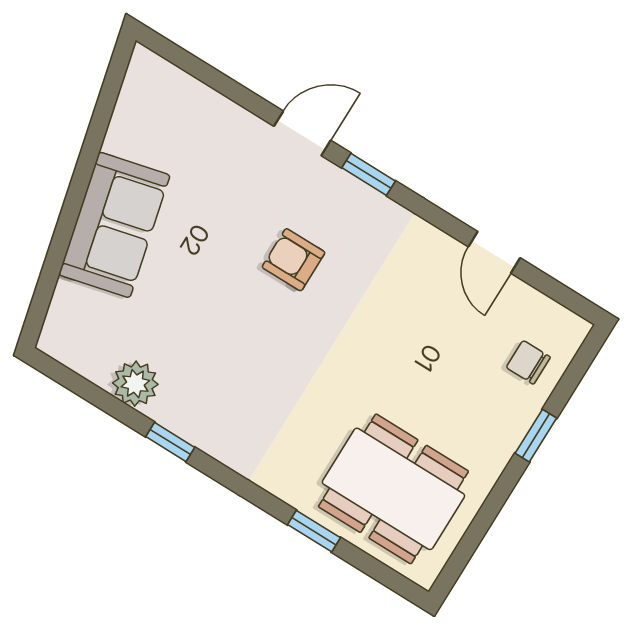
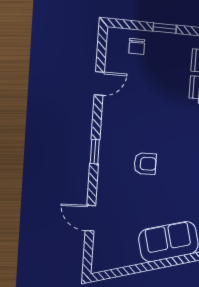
door: (302, 133) -> (90, 218), moved
armchair: (294, 260) -> (145, 164), turned -90

